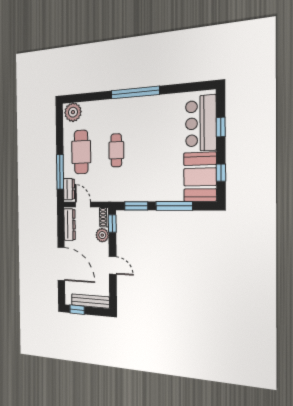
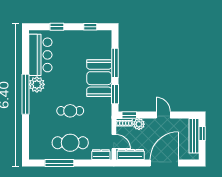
plant: (73, 112) -> (37, 84), moved
bar counter: (201, 123) -> (40, 55), moved, turned -90
window: (60, 172) -> (59, 163), moved
booth: (200, 177) -> (99, 78), moved, turned 90
door: (83, 205) -> (114, 142), swing flipped
door: (113, 265) -> (163, 115), hinge flipped
window: (77, 310) -> (202, 134), moved

